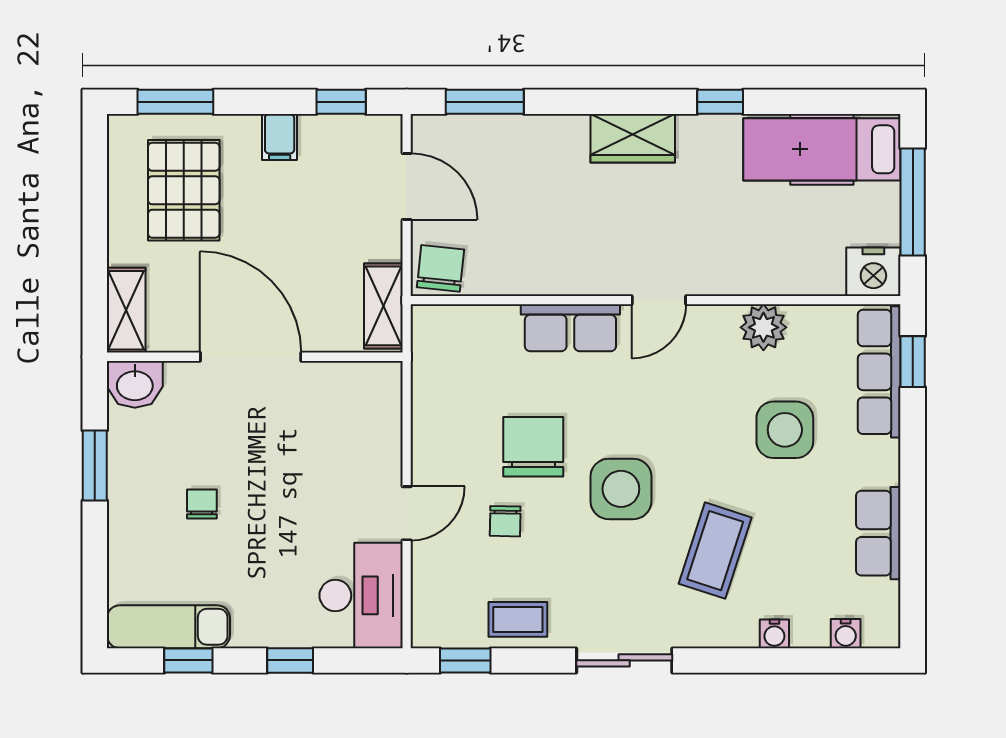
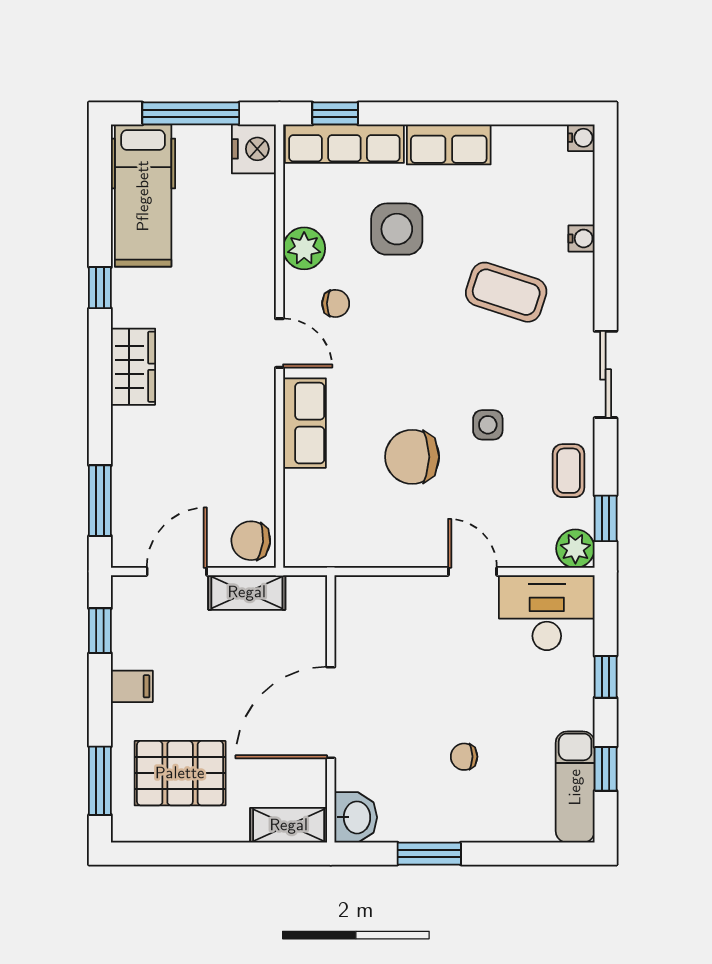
shelving: (383, 306) -> (247, 592), moved
side table: (621, 489) -> (488, 425), moved, width x0.54, depth x0.54
chair: (505, 521) -> (336, 303), moved
row of seats: (878, 533) -> (449, 144), moved
plant: (432, 627) -> (575, 549), added
water cooler: (846, 634) -> (581, 138), moved

